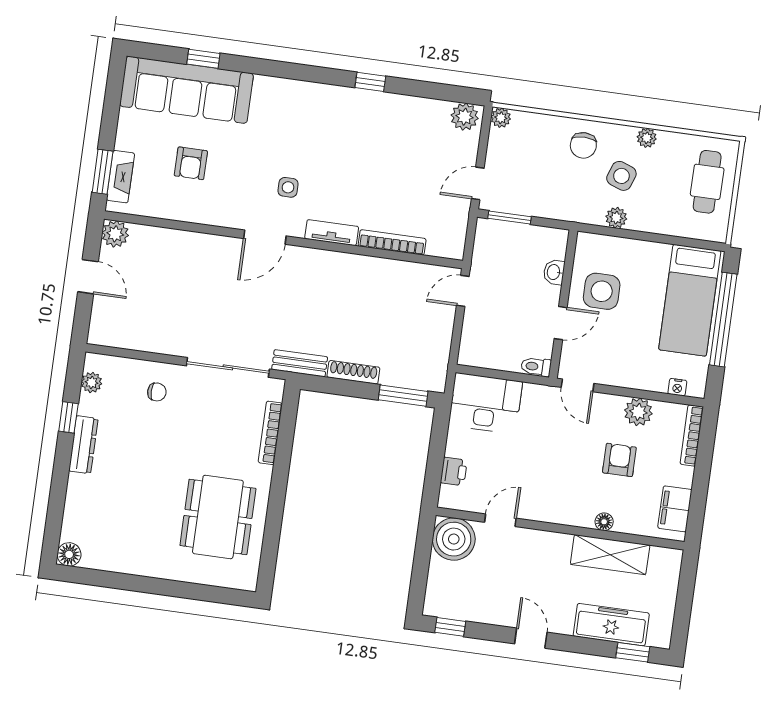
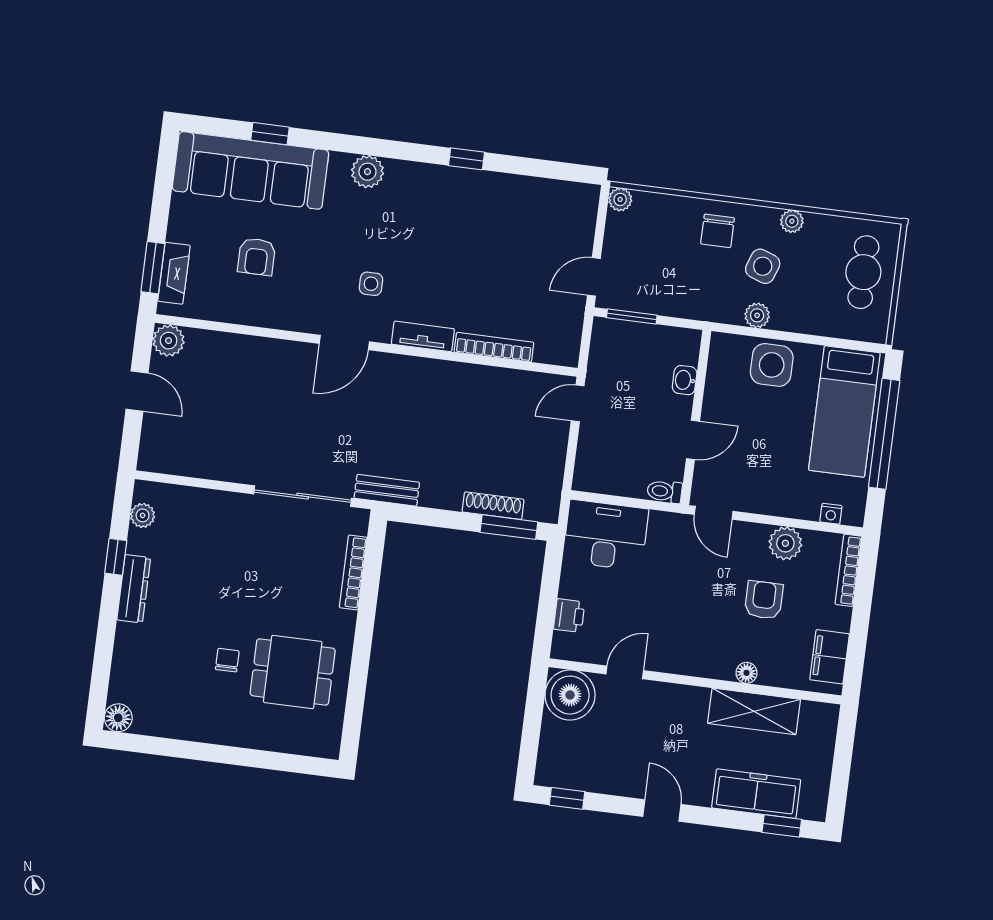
plant: (465, 117) -> (367, 172), moved
side table: (602, 291) -> (772, 365), moved
shoe rack: (353, 372) -> (493, 506), moved
chair: (157, 392) -> (227, 660), moved, turned -90
dining table: (218, 517) -> (293, 672), width x0.73

